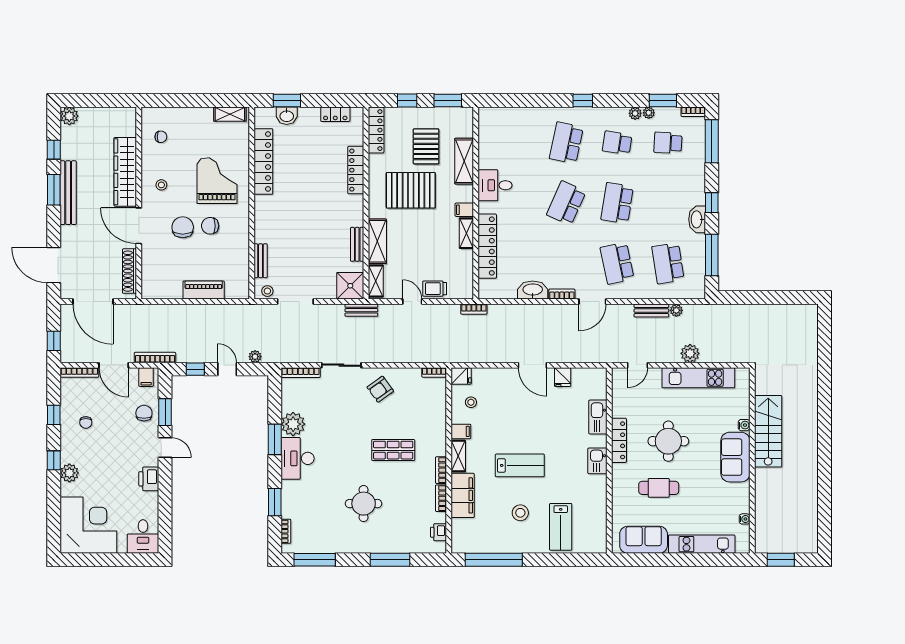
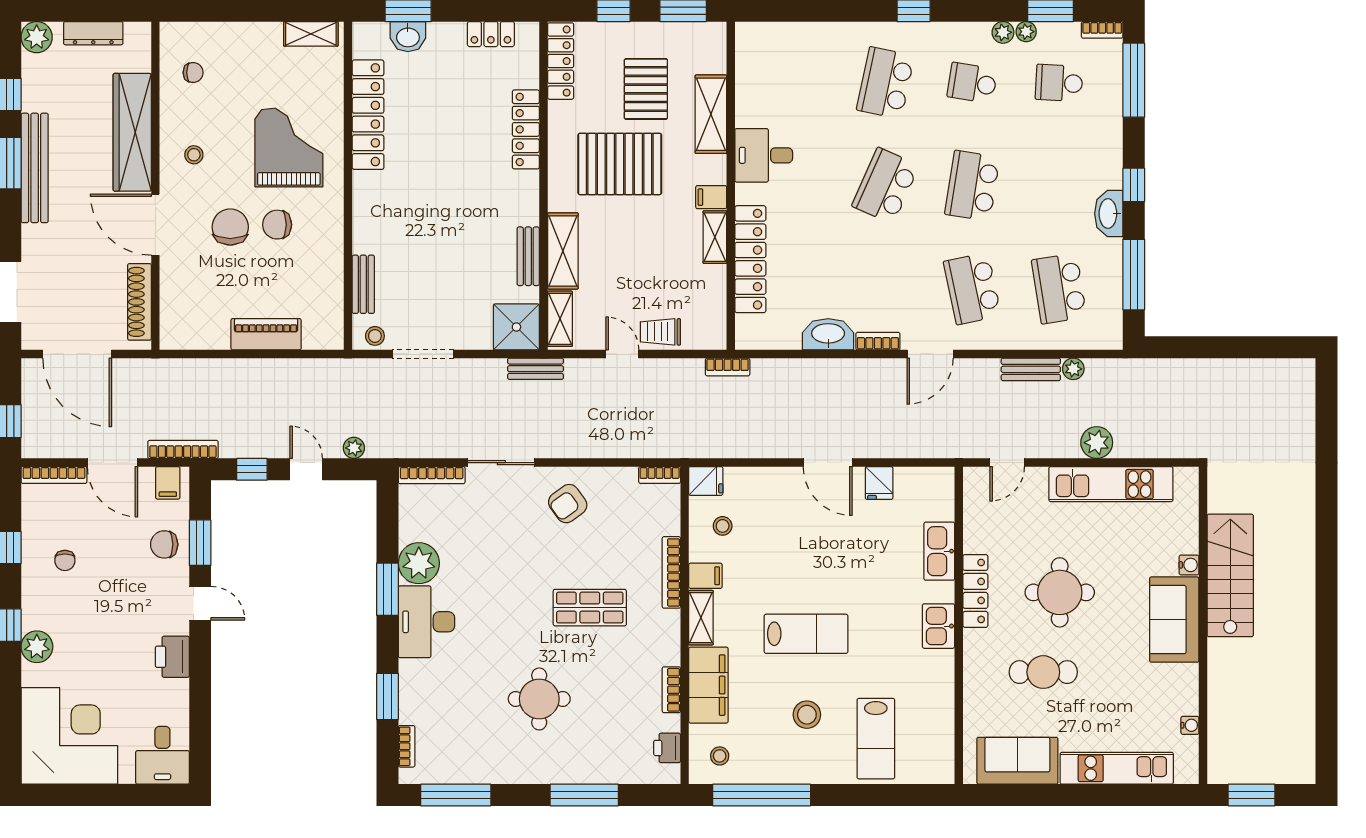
dresser: (102, 114) -> (93, 33), added
chair: (144, 413) -> (164, 544), turned -90
bookcase: (441, 470) -> (671, 572), moved, width x1.56
stool: (469, 537) -> (720, 756), added

